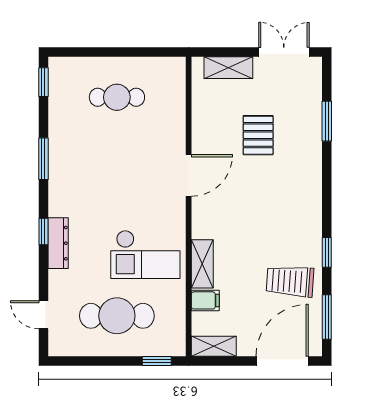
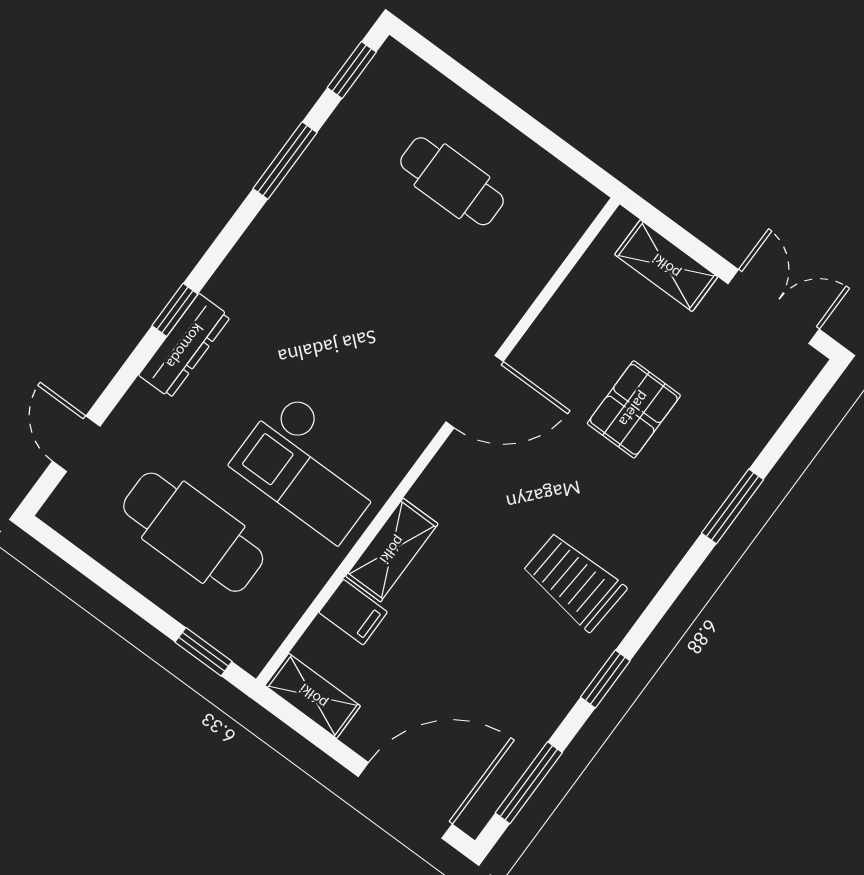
window: (327, 121) -> (733, 506), moved
window: (43, 159) -> (285, 161), moved
trolley: (290, 281) -> (574, 581), moved

